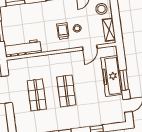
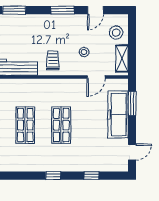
trolley: (63, 31) -> (53, 60), moved
window: (124, 80) -> (132, 103), moved

